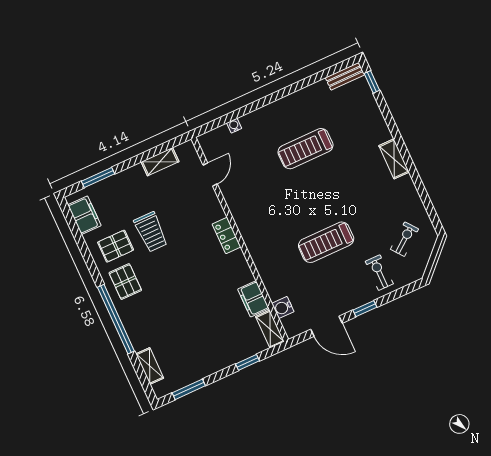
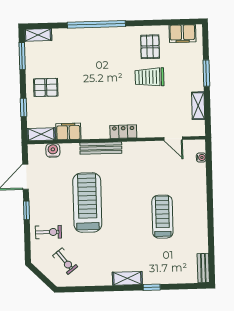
window: (372, 82) -> (152, 287), moved
water cooler: (234, 126) -> (201, 158), moved
window: (98, 178) -> (206, 73), moved
treadmill: (326, 242) -> (87, 203), width x1.37, depth x1.38
bench: (257, 253) -> (101, 148), added
pallet: (125, 282) -> (46, 87), moved
shelving: (150, 366) -> (38, 35), moved

